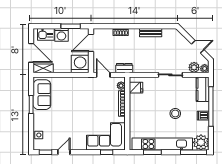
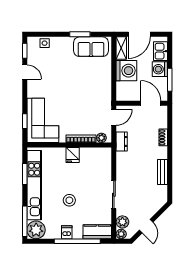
washing machine: (80, 64) -> (126, 71), moved
fridge: (136, 88) -> (73, 155), moved

